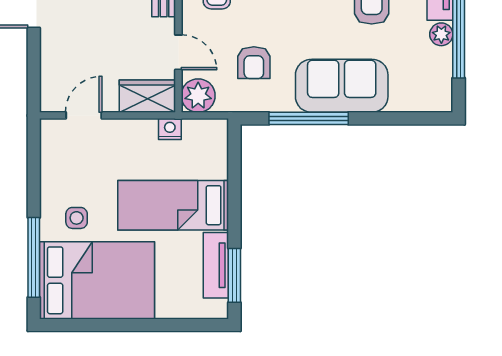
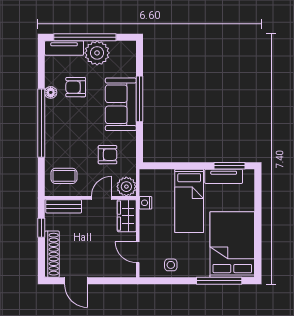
plant: (441, 34) -> (97, 53), width x1.88, depth x1.88
window: (309, 118) -> (139, 99), moved
side table: (77, 218) -> (171, 265), moved

